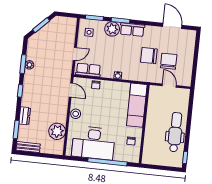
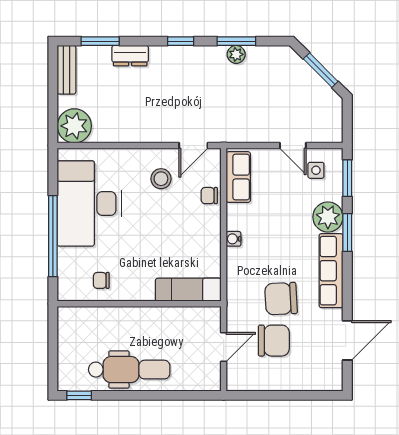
row of seats: (132, 30) -> (331, 271), width x1.48
door: (75, 54) -> (293, 146), moved
chair: (149, 56) -> (281, 299), turned -93
exam couch: (137, 105) -> (188, 290), width x0.73, depth x0.69
stool: (76, 114) -> (161, 179), moved
plant: (57, 131) -> (74, 126), moved

